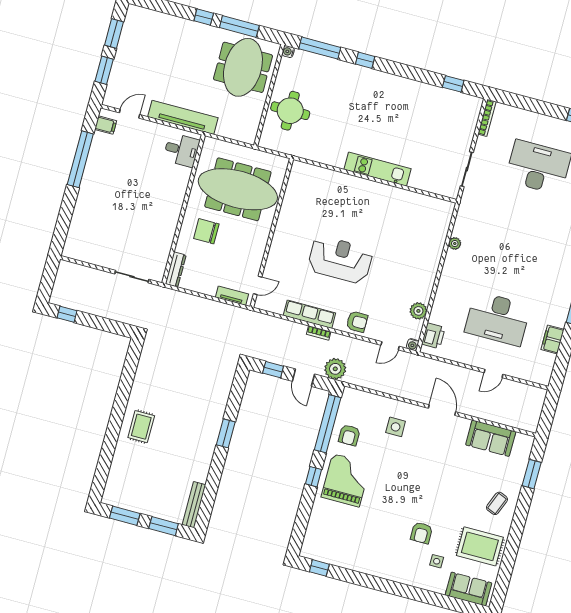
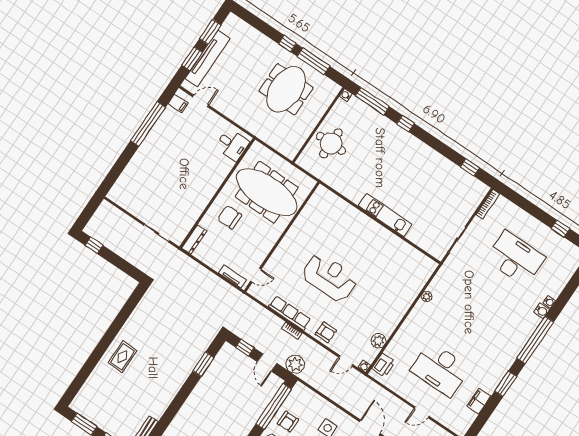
meeting table: (243, 67) -> (286, 89), moved
tv unit: (183, 117) -> (208, 59), moved, turned 90
window: (226, 433) -> (203, 364), moved

